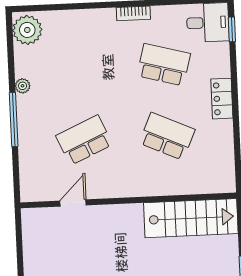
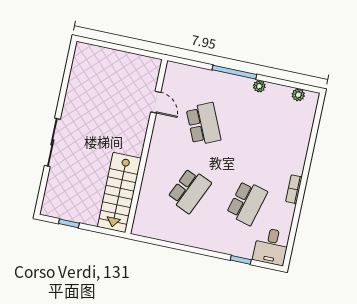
window: (232, 29) -> (241, 260), moved
plant: (27, 30) -> (298, 95), width x0.53, depth x0.53
locker: (222, 99) -> (208, 242), removed

